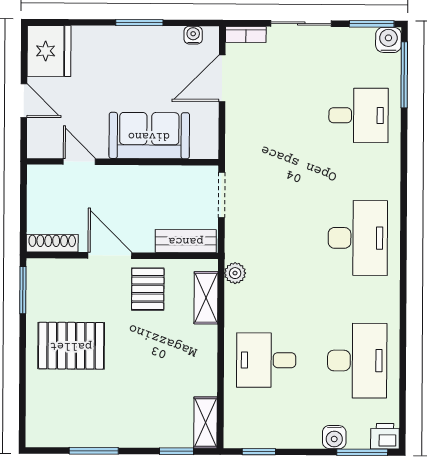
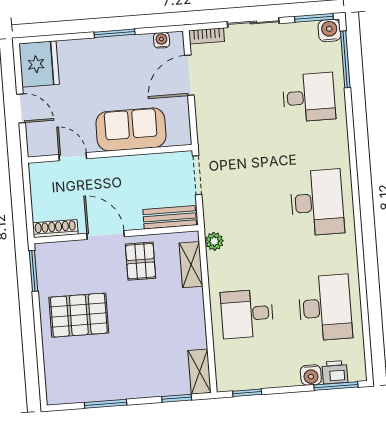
printer: (385, 436) -> (335, 372), moved

